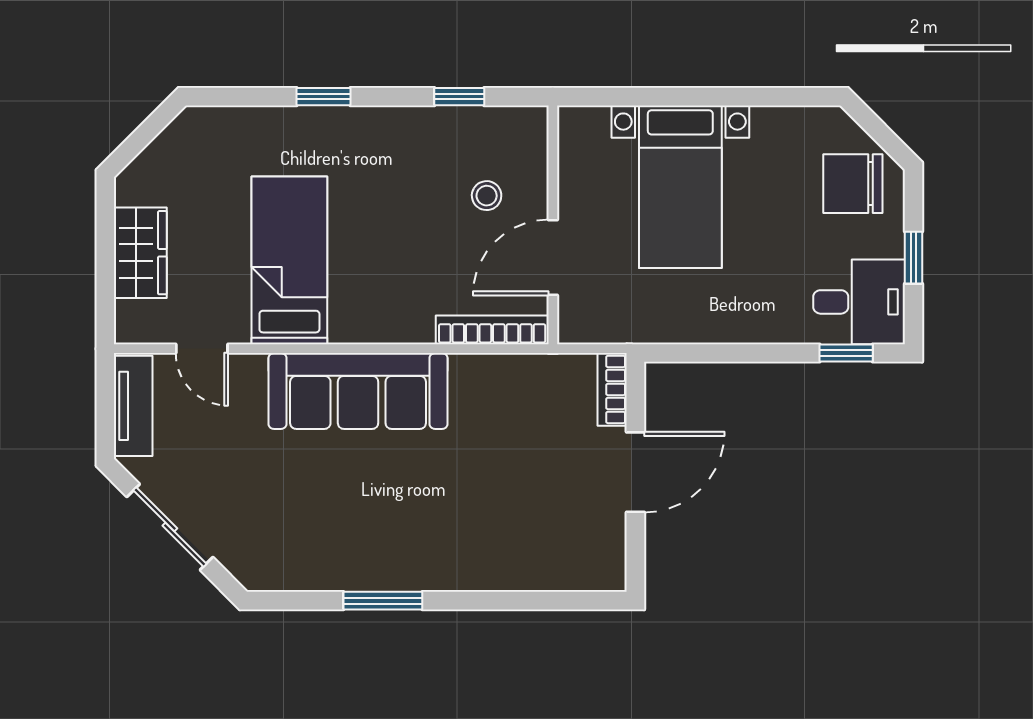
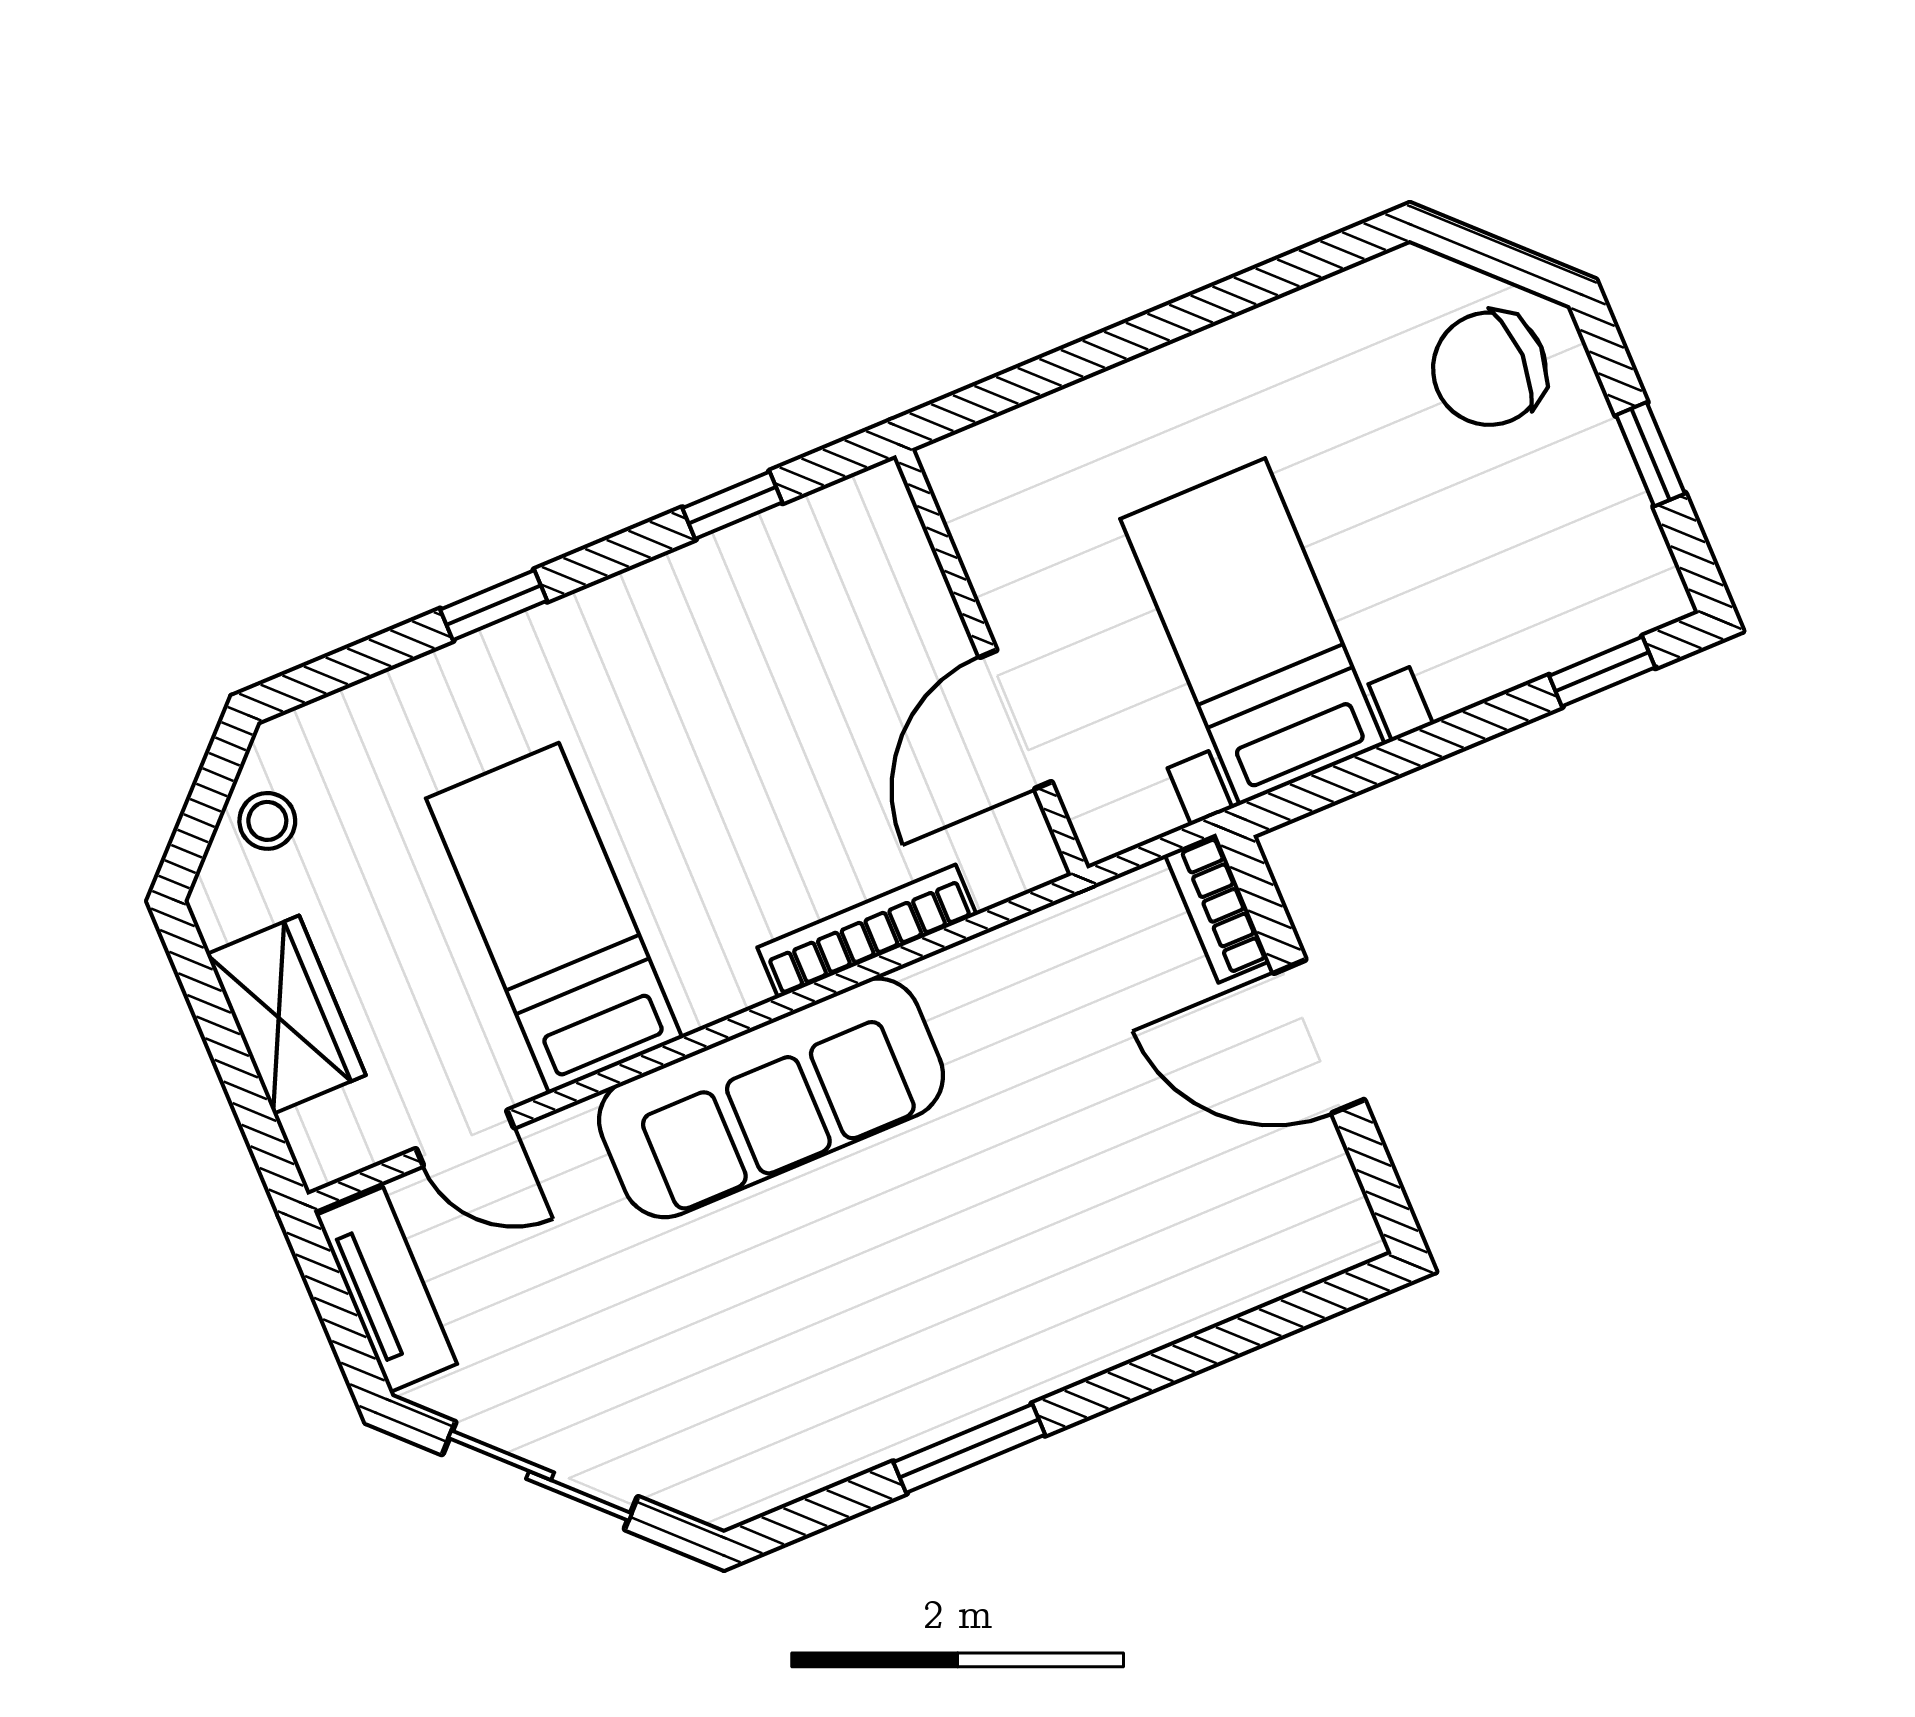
bed with nightstands: (680, 187) -> (1253, 632), moved, turned 180
stool: (487, 196) -> (267, 821), moved
desk: (859, 302) -> (1587, 572), removed
bookcase: (492, 330) -> (867, 931), moved
door: (635, 472) -> (1319, 1036), swing flipped

